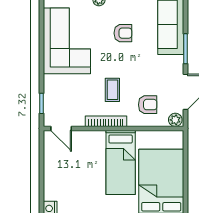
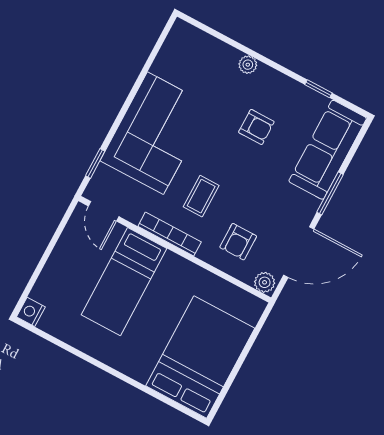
corner sofa: (67, 41) -> (155, 133), moved
armchair: (148, 105) -> (238, 242), turned 90
bed: (121, 162) -> (124, 282), moved

